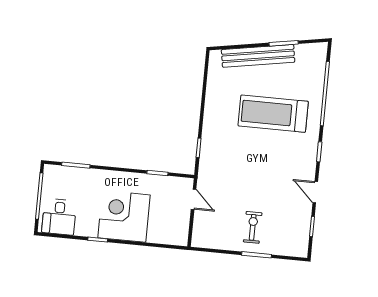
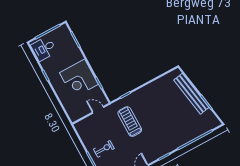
treadmill: (273, 114) -> (130, 122), moved, width x0.73, depth x0.73
door: (194, 199) -> (98, 110), swing flipped
corner desk: (124, 216) -> (79, 79), moved, turned 180

